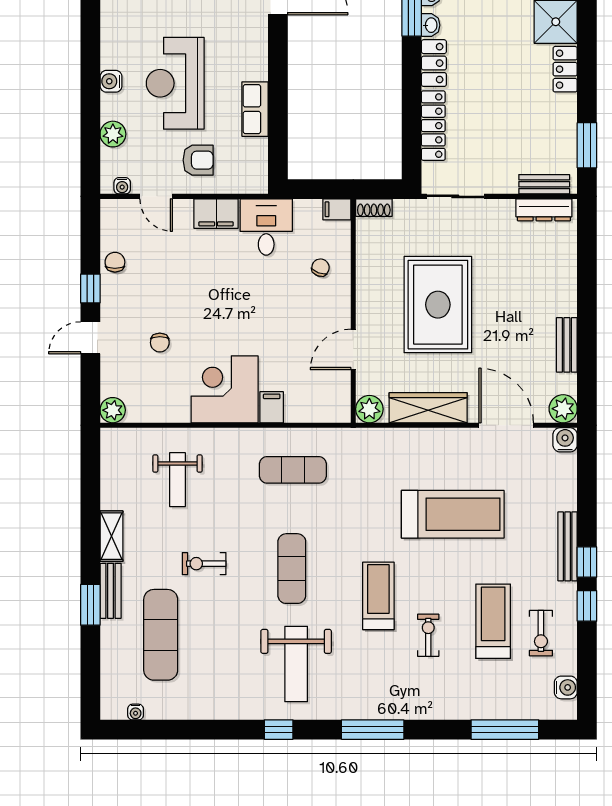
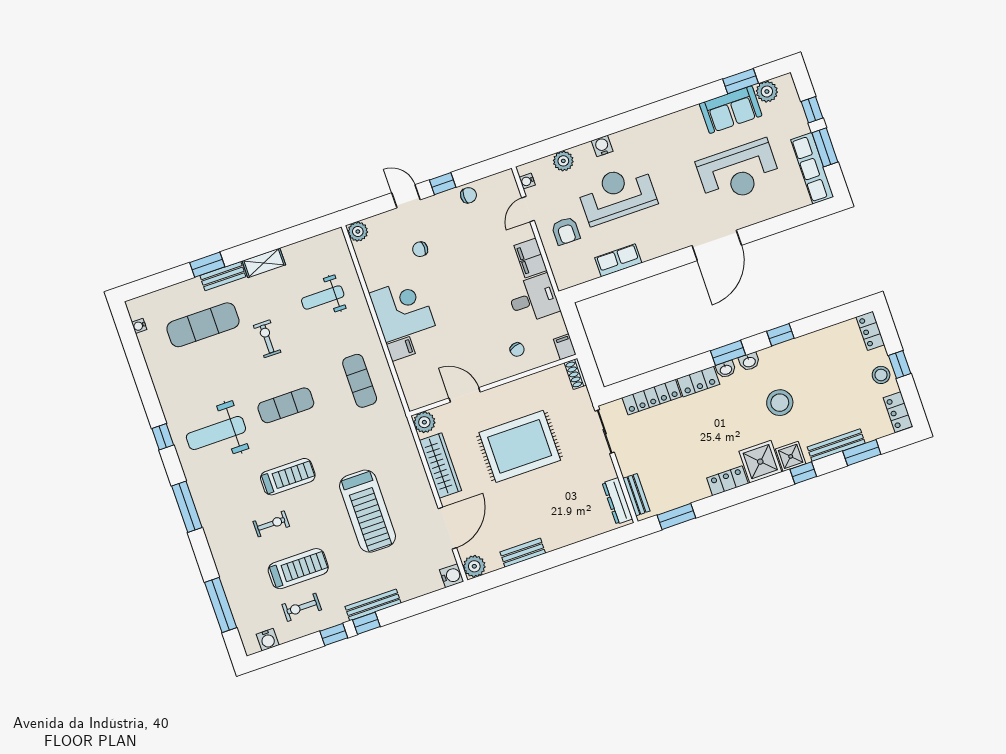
chair: (320, 268) -> (517, 350), turned 51

